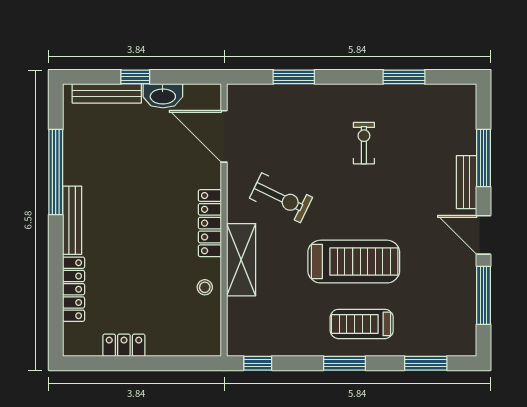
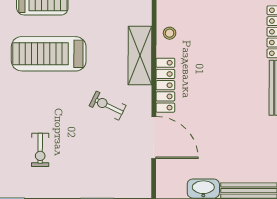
door: (224, 136) -> (154, 137), moved
exercise bike: (281, 198) -> (108, 106), width x0.73, depth x0.72

